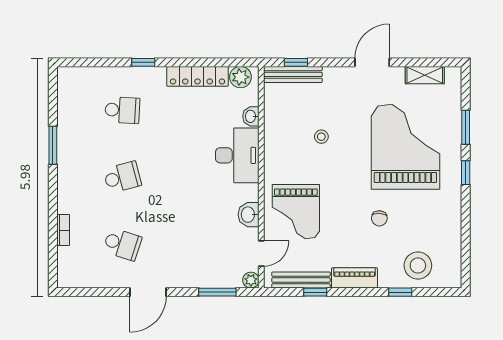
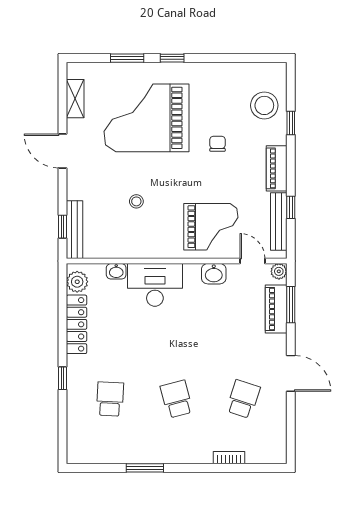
chair: (379, 218) -> (218, 144), turned -94
piano: (213, 277) -> (276, 309), added

